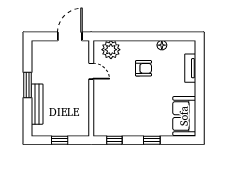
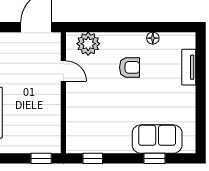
sofa: (184, 116) -> (157, 139), moved, turned 90
window: (60, 140) -> (41, 158), moved
window: (152, 140) -> (155, 158), moved

